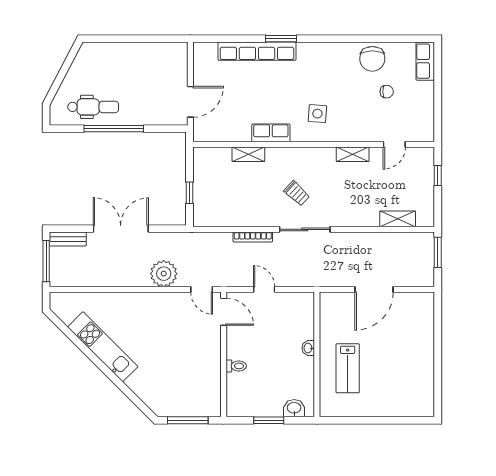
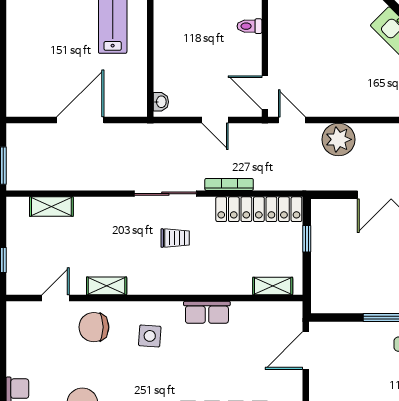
chair: (387, 92) -> (94, 327), moved, width x1.87, depth x1.87
shelving: (248, 154) -> (273, 286), moved
trolley: (297, 193) -> (175, 238), turned 137
locker: (229, 217) -> (259, 209), added
washbasin: (308, 348) -> (161, 102), moved

